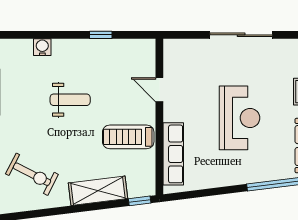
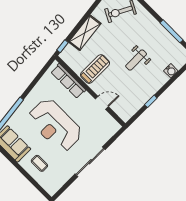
reception desk: (240, 118) -> (55, 125), width x1.36, depth x1.30

